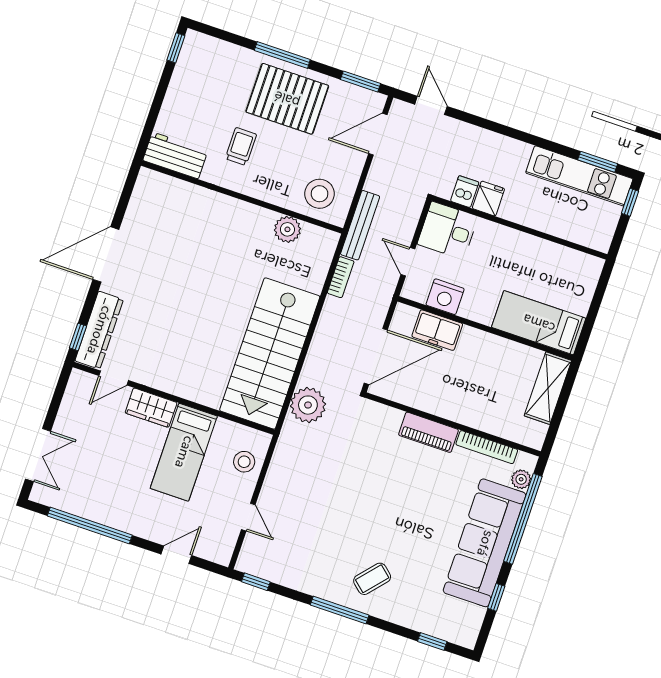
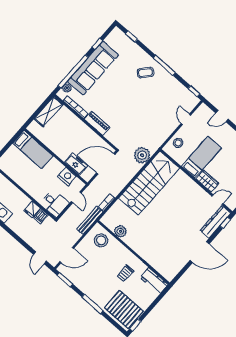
pallet: (287, 99) -> (124, 309), moved
shelving: (548, 388) -> (49, 112), moved

